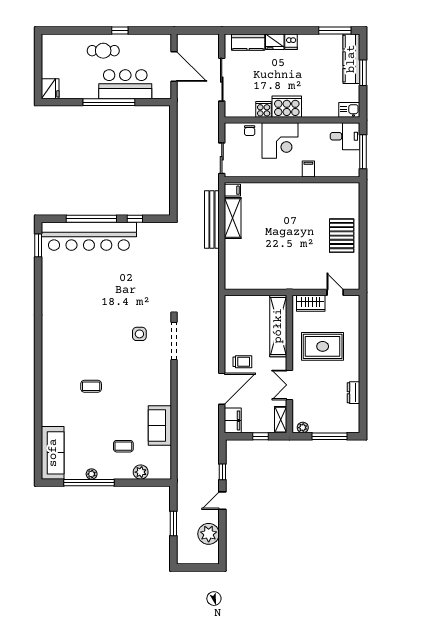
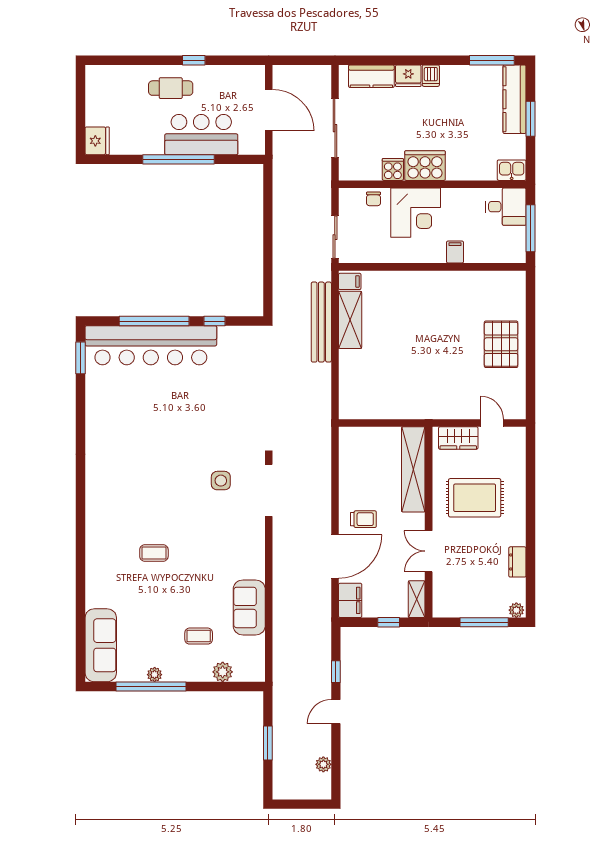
plant: (303, 428) -> (516, 610), moved
plant: (209, 534) -> (323, 764), width x0.53, depth x0.53

